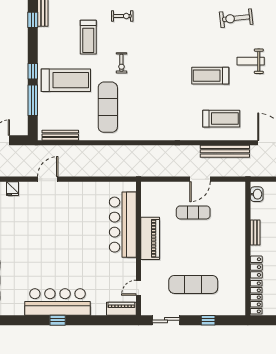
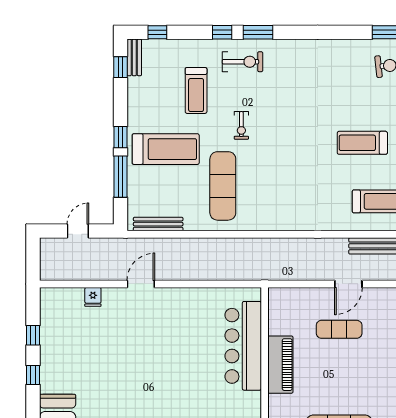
exercise bike: (122, 16) -> (242, 62), width x1.38, depth x1.39

